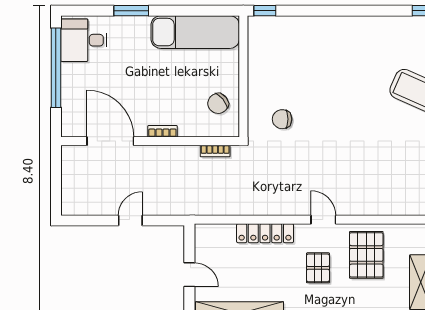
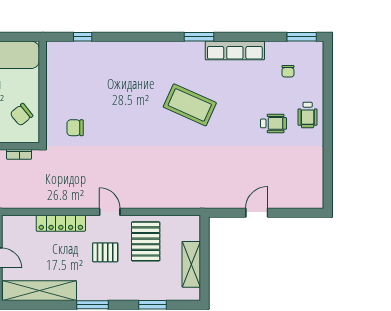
window: (265, 11) -> (83, 37), moved
pallet: (318, 268) -> (105, 252), turned 90

